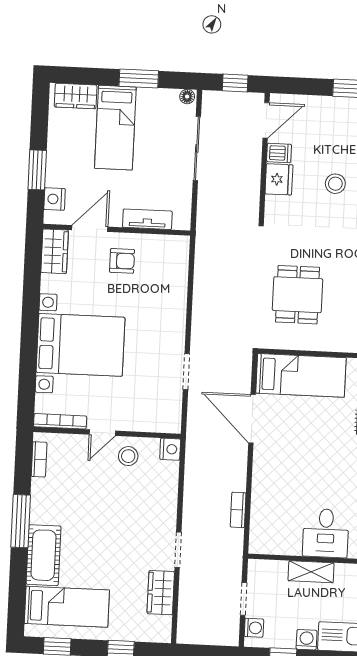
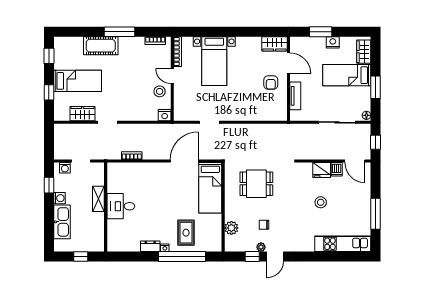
nightstand: (55, 199) -> (333, 42), moved
bed with nightstands: (80, 345) -> (214, 61), width x0.73
bed: (67, 607) -> (78, 81), moved, turned -90

